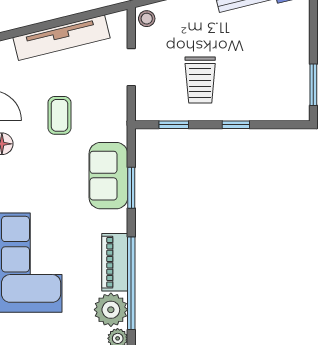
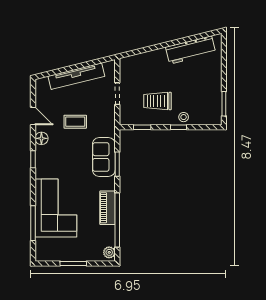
stool: (147, 19) -> (184, 117), moved
trolley: (200, 80) -> (158, 101), turned 90
coffee table: (60, 115) -> (75, 122), turned 90
plant: (111, 310) -> (105, 236), removed

